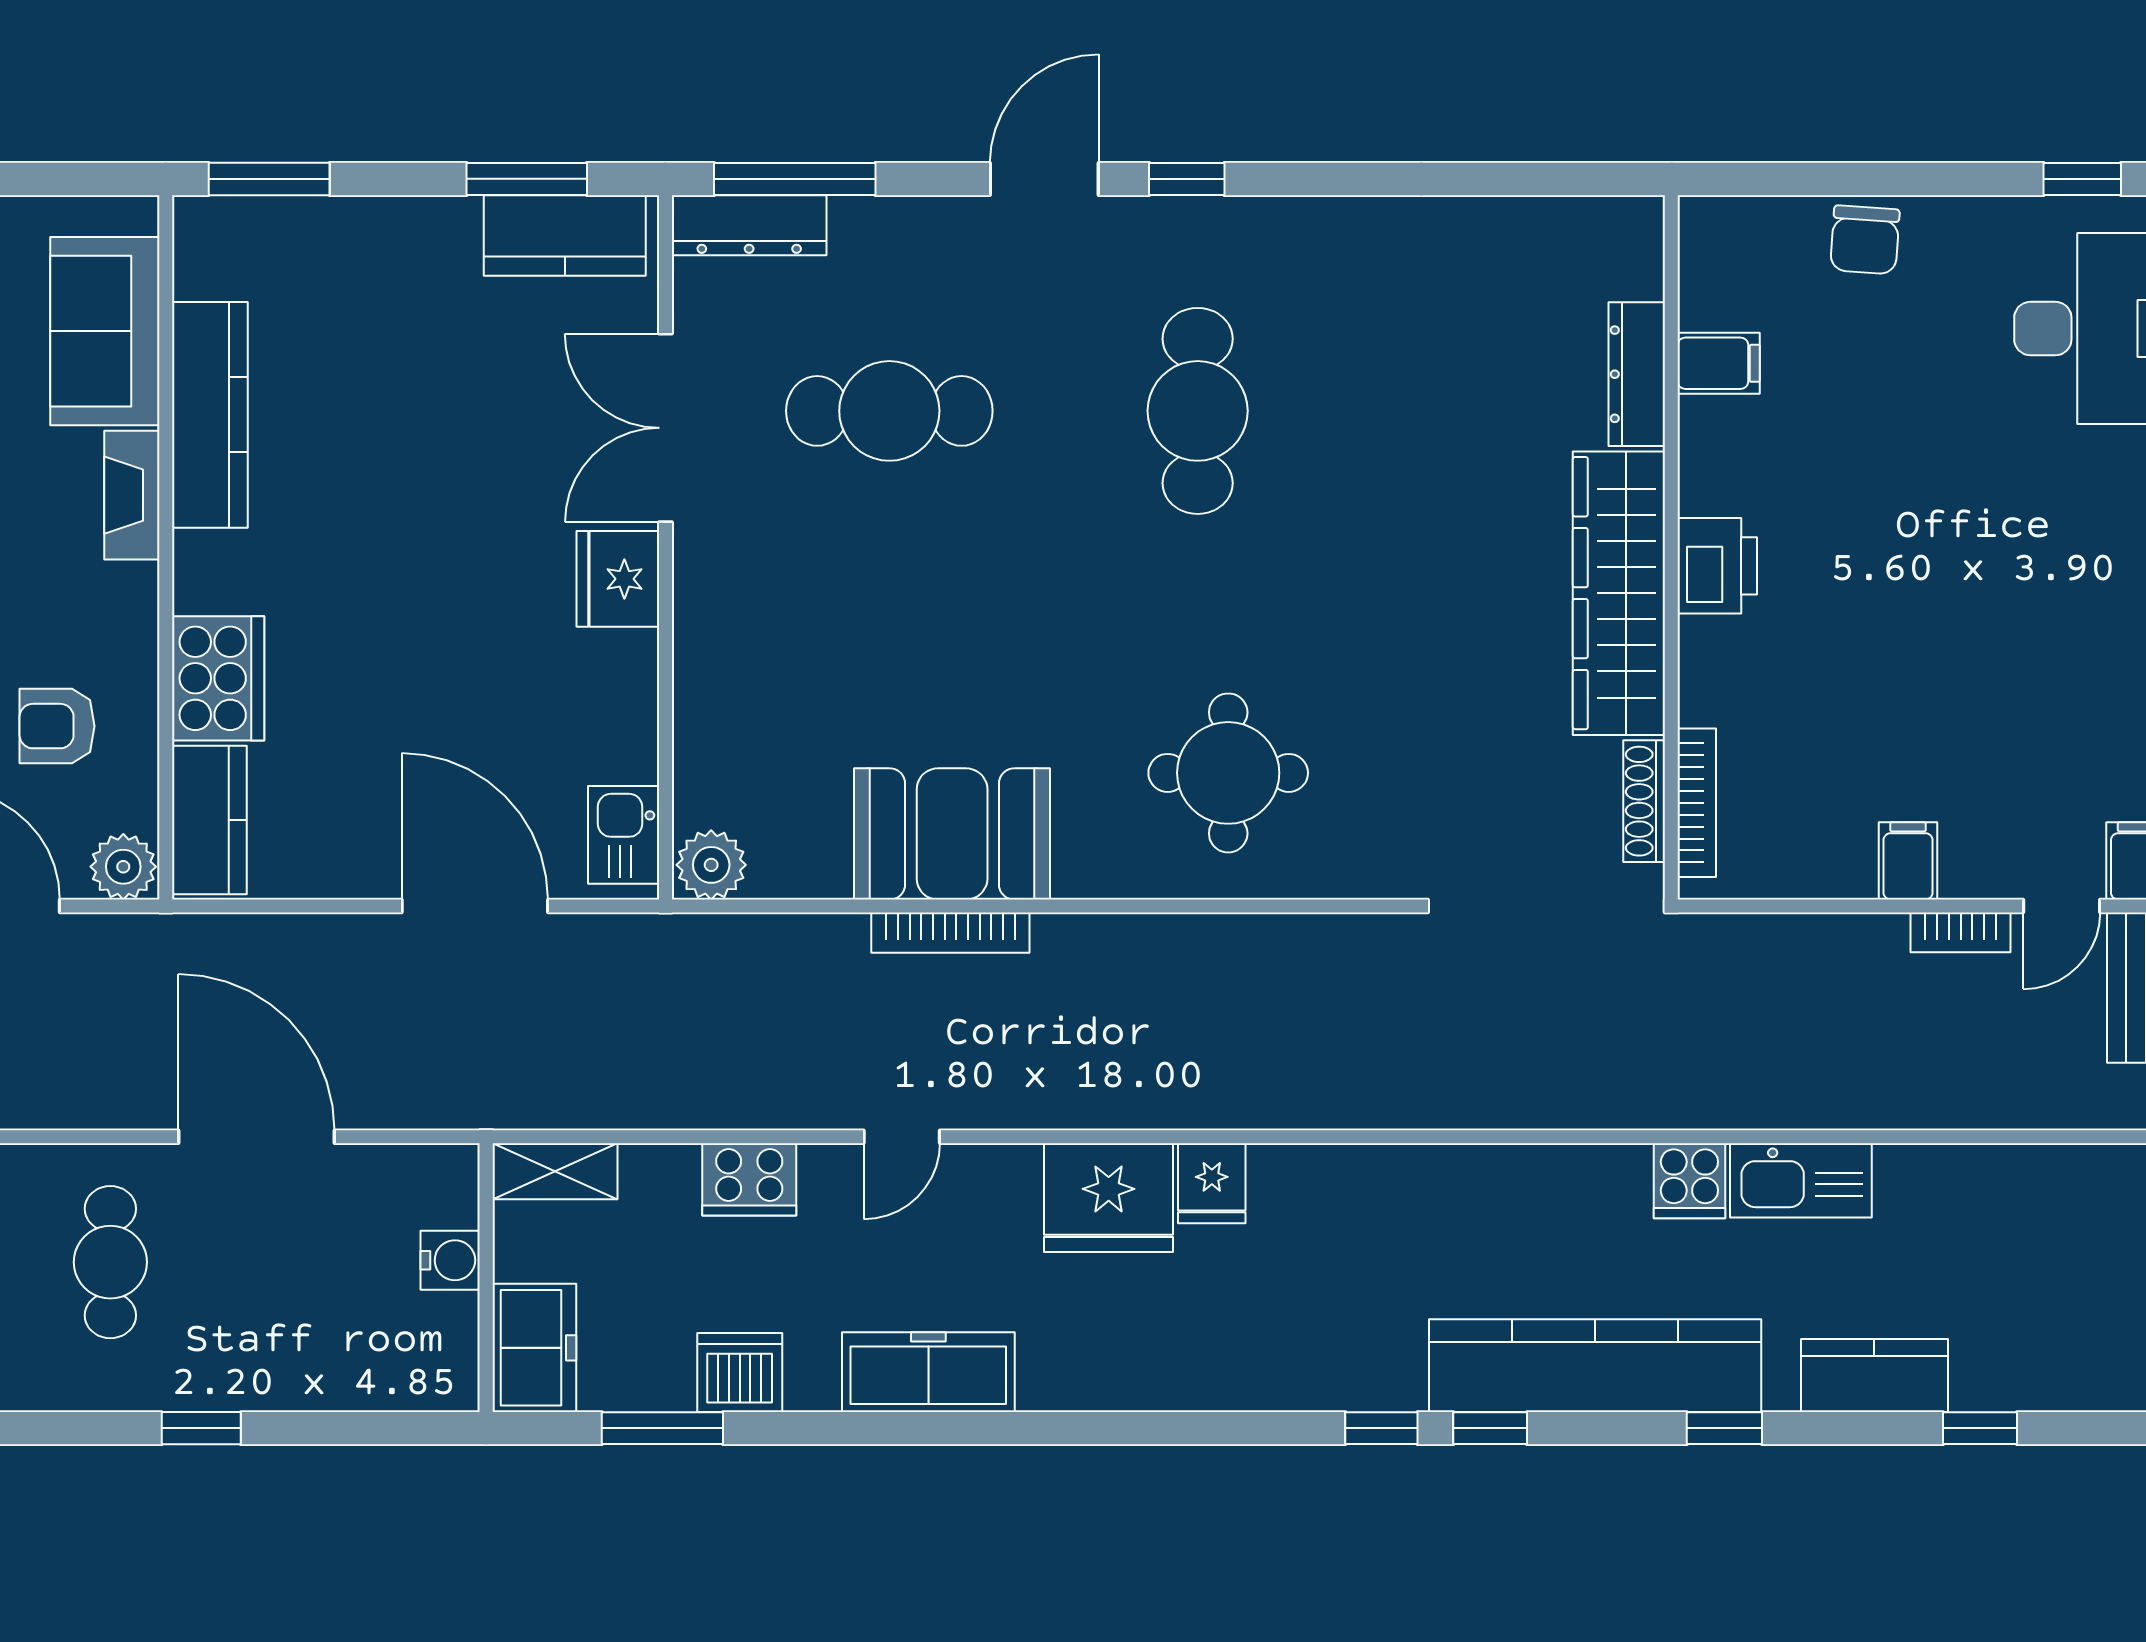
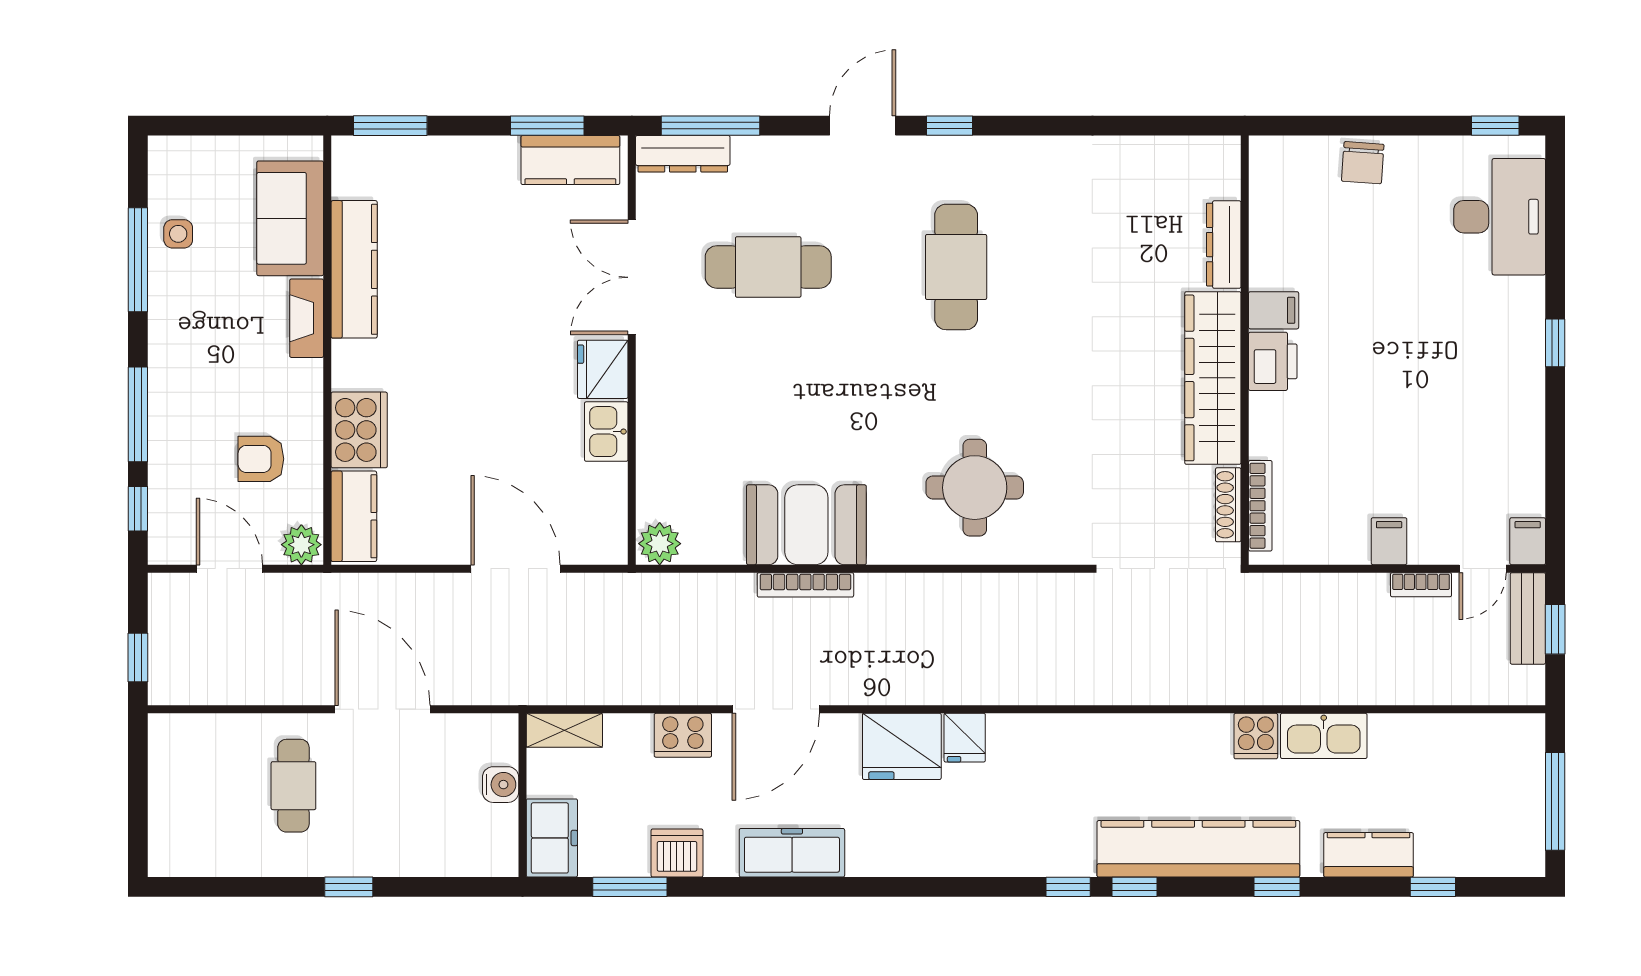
filing cabinet: (1719, 363) -> (1274, 310), moved
kitchen sink: (624, 835) -> (606, 432), moved
door: (902, 1137) -> (776, 709), width x1.87

